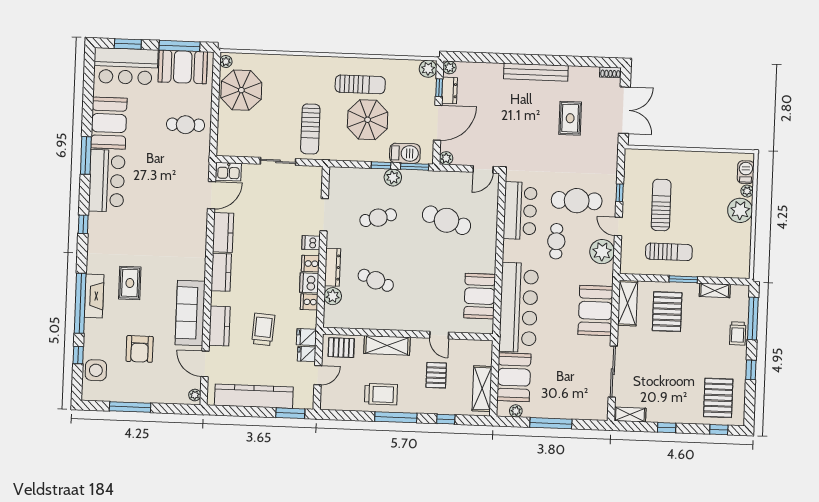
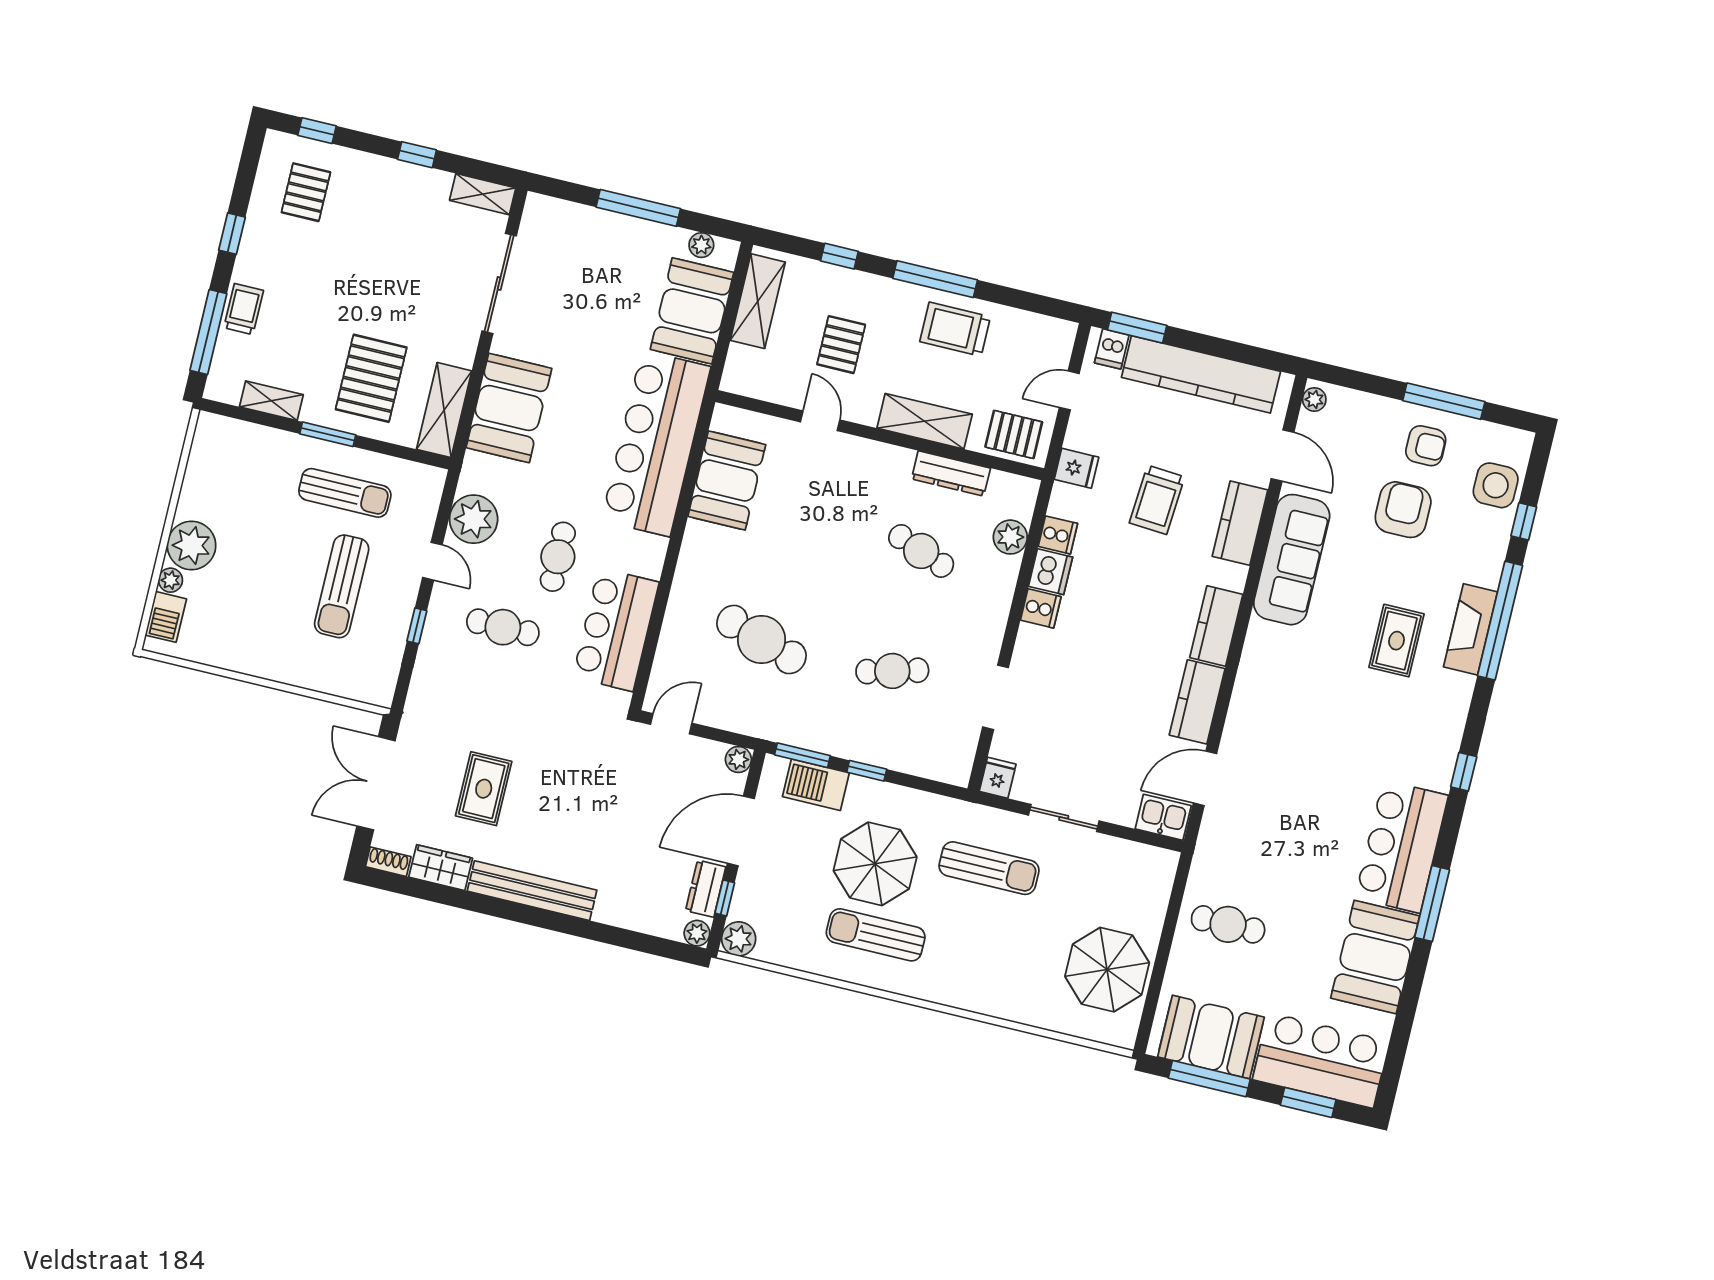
plant: (226, 61) -> (1126, 1031), removed
wardrobe: (584, 75) -> (441, 868), added
sun lounger: (310, 129) -> (989, 868), turned 90
plant: (393, 177) -> (849, 743), removed
cafe table: (577, 201) -> (503, 627), width x0.73, depth x0.74
dishwasher: (311, 243) -> (1112, 349), moved, turned 90
sun lounger: (669, 252) -> (345, 493), turned 180
dresser: (333, 267) -> (951, 473), moved, turned -90
fridge: (307, 354) -> (998, 778), moved, turned -90
armchair: (135, 383) -> (1426, 446), added
pallet: (718, 398) -> (306, 192), width x0.67, depth x0.71

